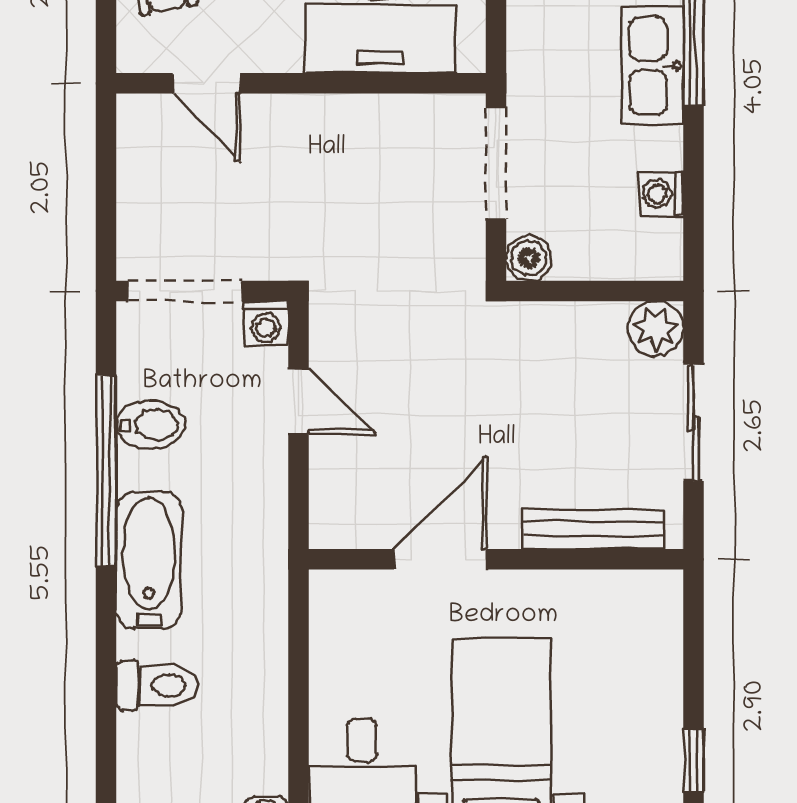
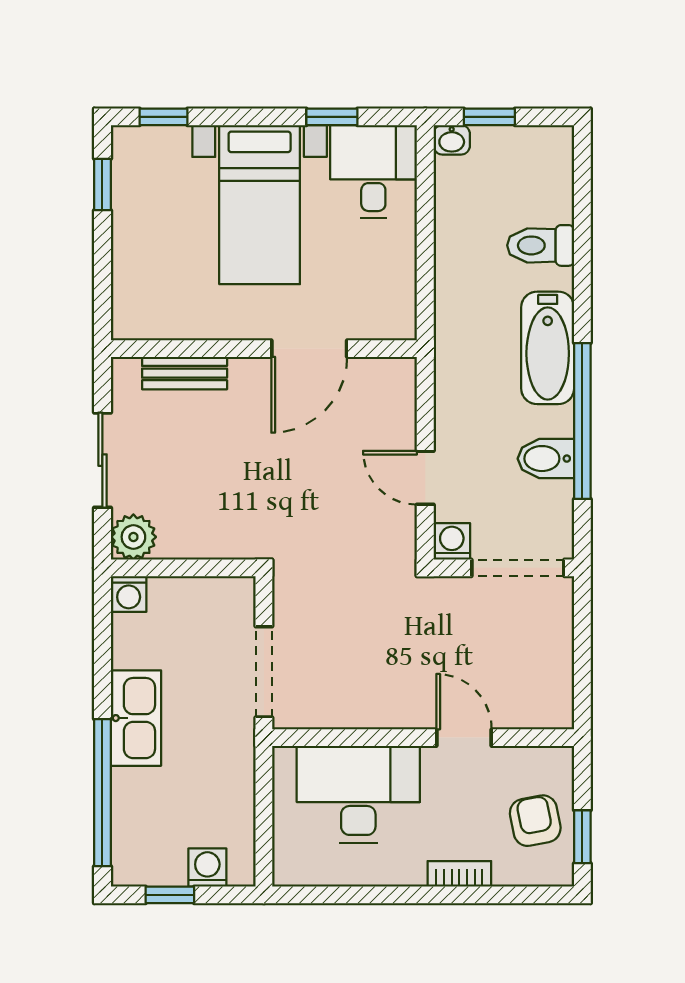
kitchen sink: (653, 66) -> (136, 718), moved
door: (206, 83) -> (464, 738), moved
washing machine: (662, 194) -> (129, 594), moved, turned 90
boiler: (529, 258) -> (237, 595), removed
bench: (593, 529) -> (185, 373), width x0.73

